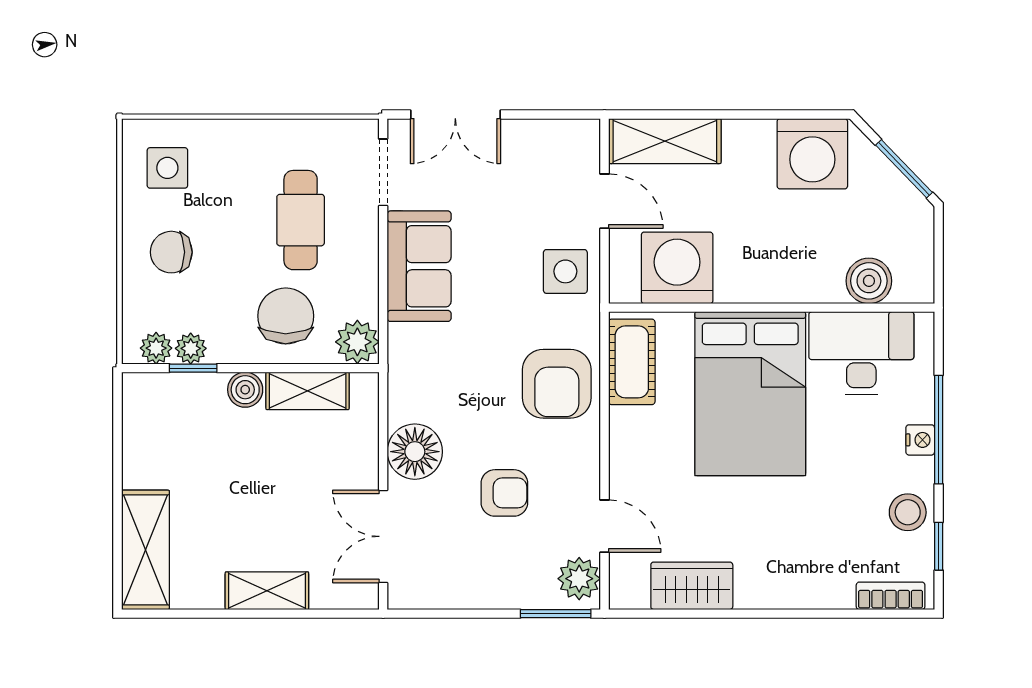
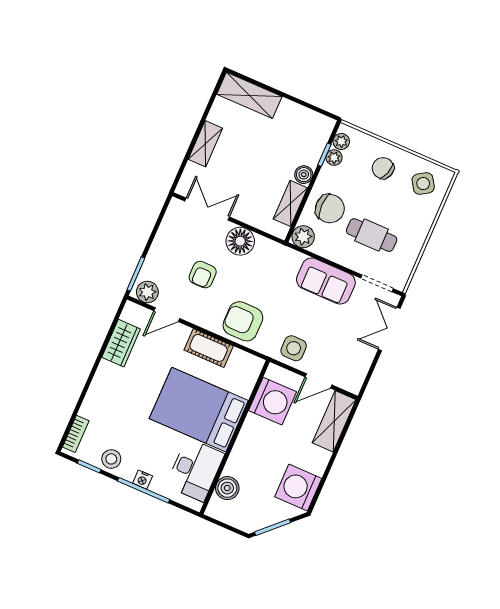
side table: (167, 168) -> (423, 184), turned -33
chair: (171, 252) -> (383, 168), turned -72
cot: (632, 362) -> (209, 348), moved

